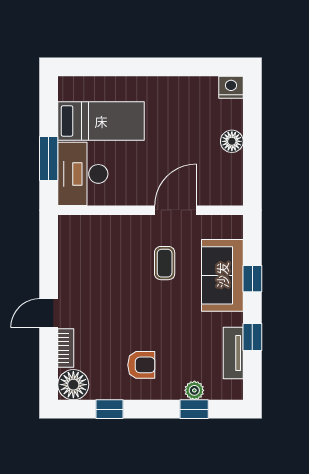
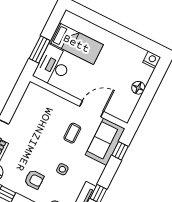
sofa: (222, 275) -> (105, 142), moved
window: (252, 279) -> (120, 151), moved
side table: (177, 327) -> (62, 169), added

